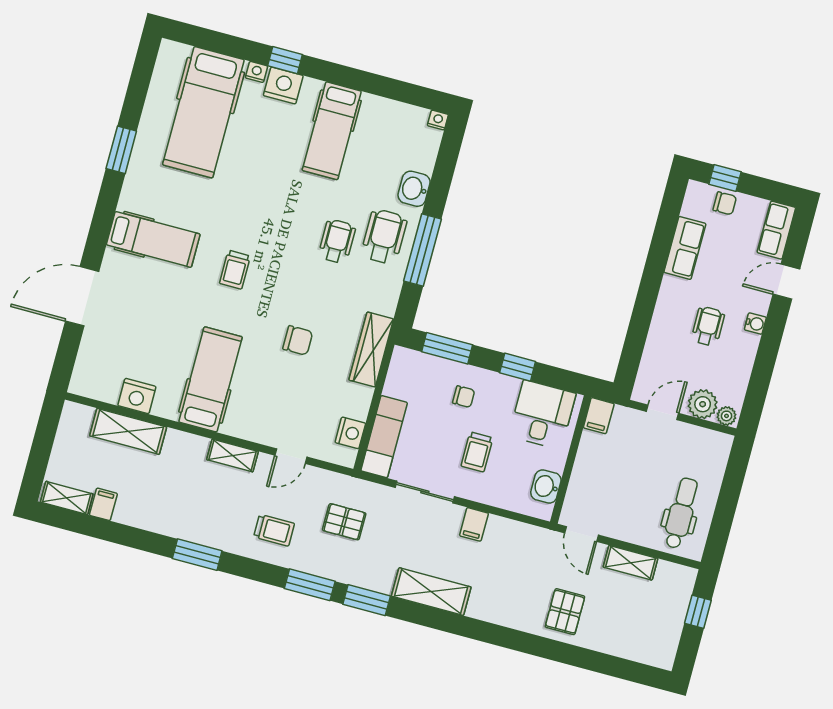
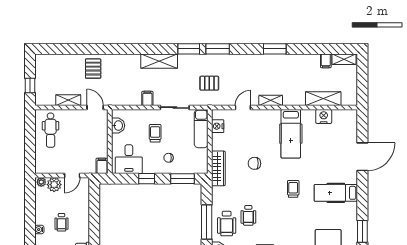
trolley: (274, 530) -> (241, 70), removed

